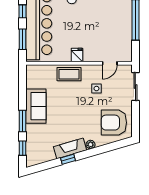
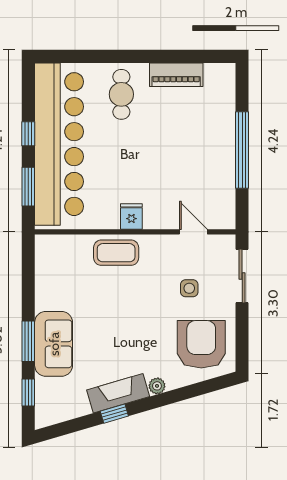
door: (110, 63) -> (193, 232), swing flipped
side table: (96, 89) -> (189, 288), moved
sofa: (36, 106) -> (54, 344), moved
armchair: (114, 123) -> (201, 344), turned 90

